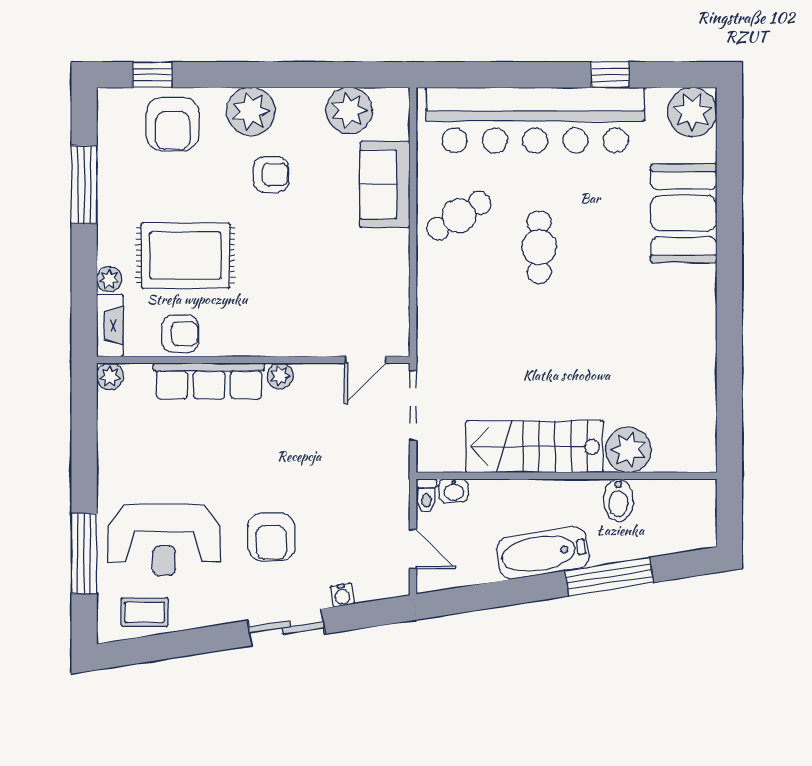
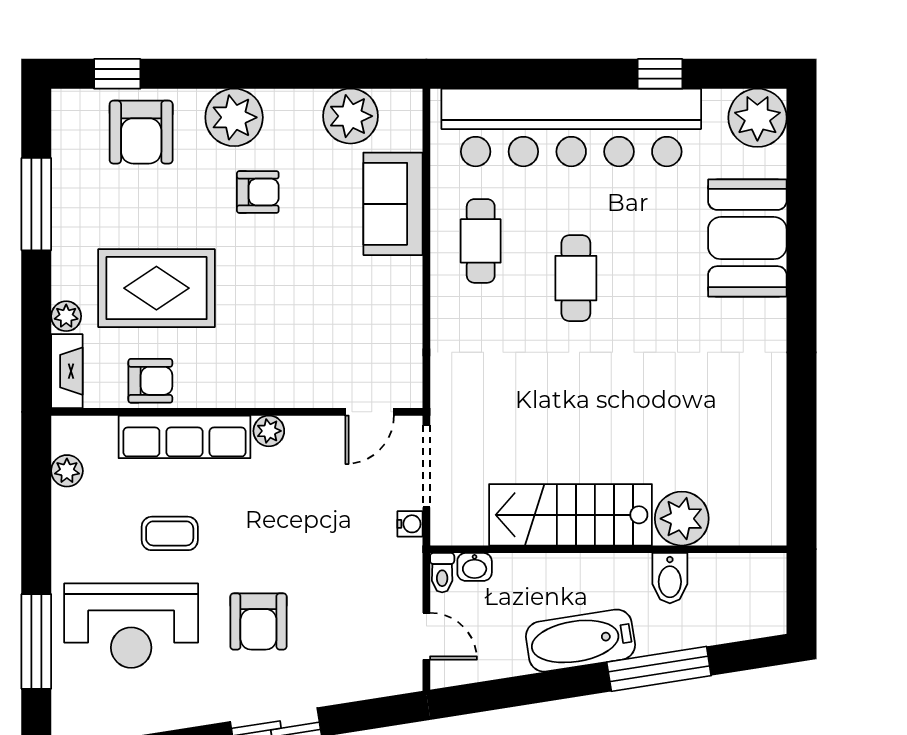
cafe table: (459, 216) -> (481, 241), turned -58
plant: (110, 376) -> (67, 471), moved
water cooler: (342, 595) -> (410, 524), moved, turned -81
coffee table: (145, 612) -> (170, 533), moved

